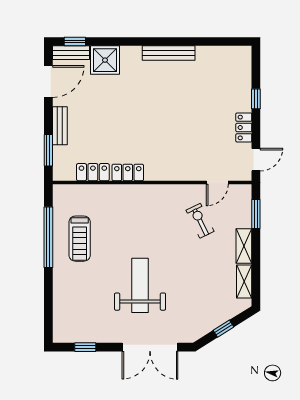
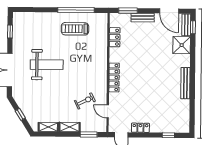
window: (256, 99) -> (168, 135), moved
locker: (128, 172) -> (114, 77), moved, width x1.53

